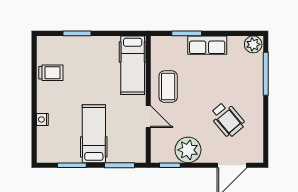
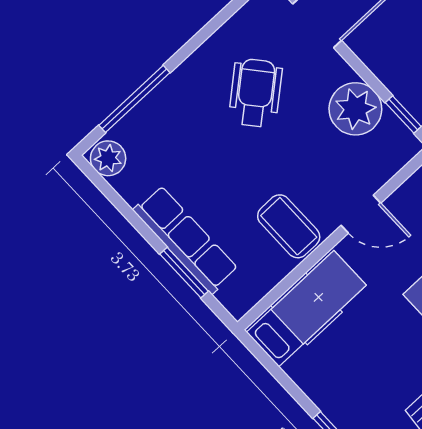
row of seats: (207, 45) -> (186, 240), width x1.48
coffee table: (168, 87) -> (289, 226), turned 90
door: (148, 117) -> (361, 214), swing flipped

